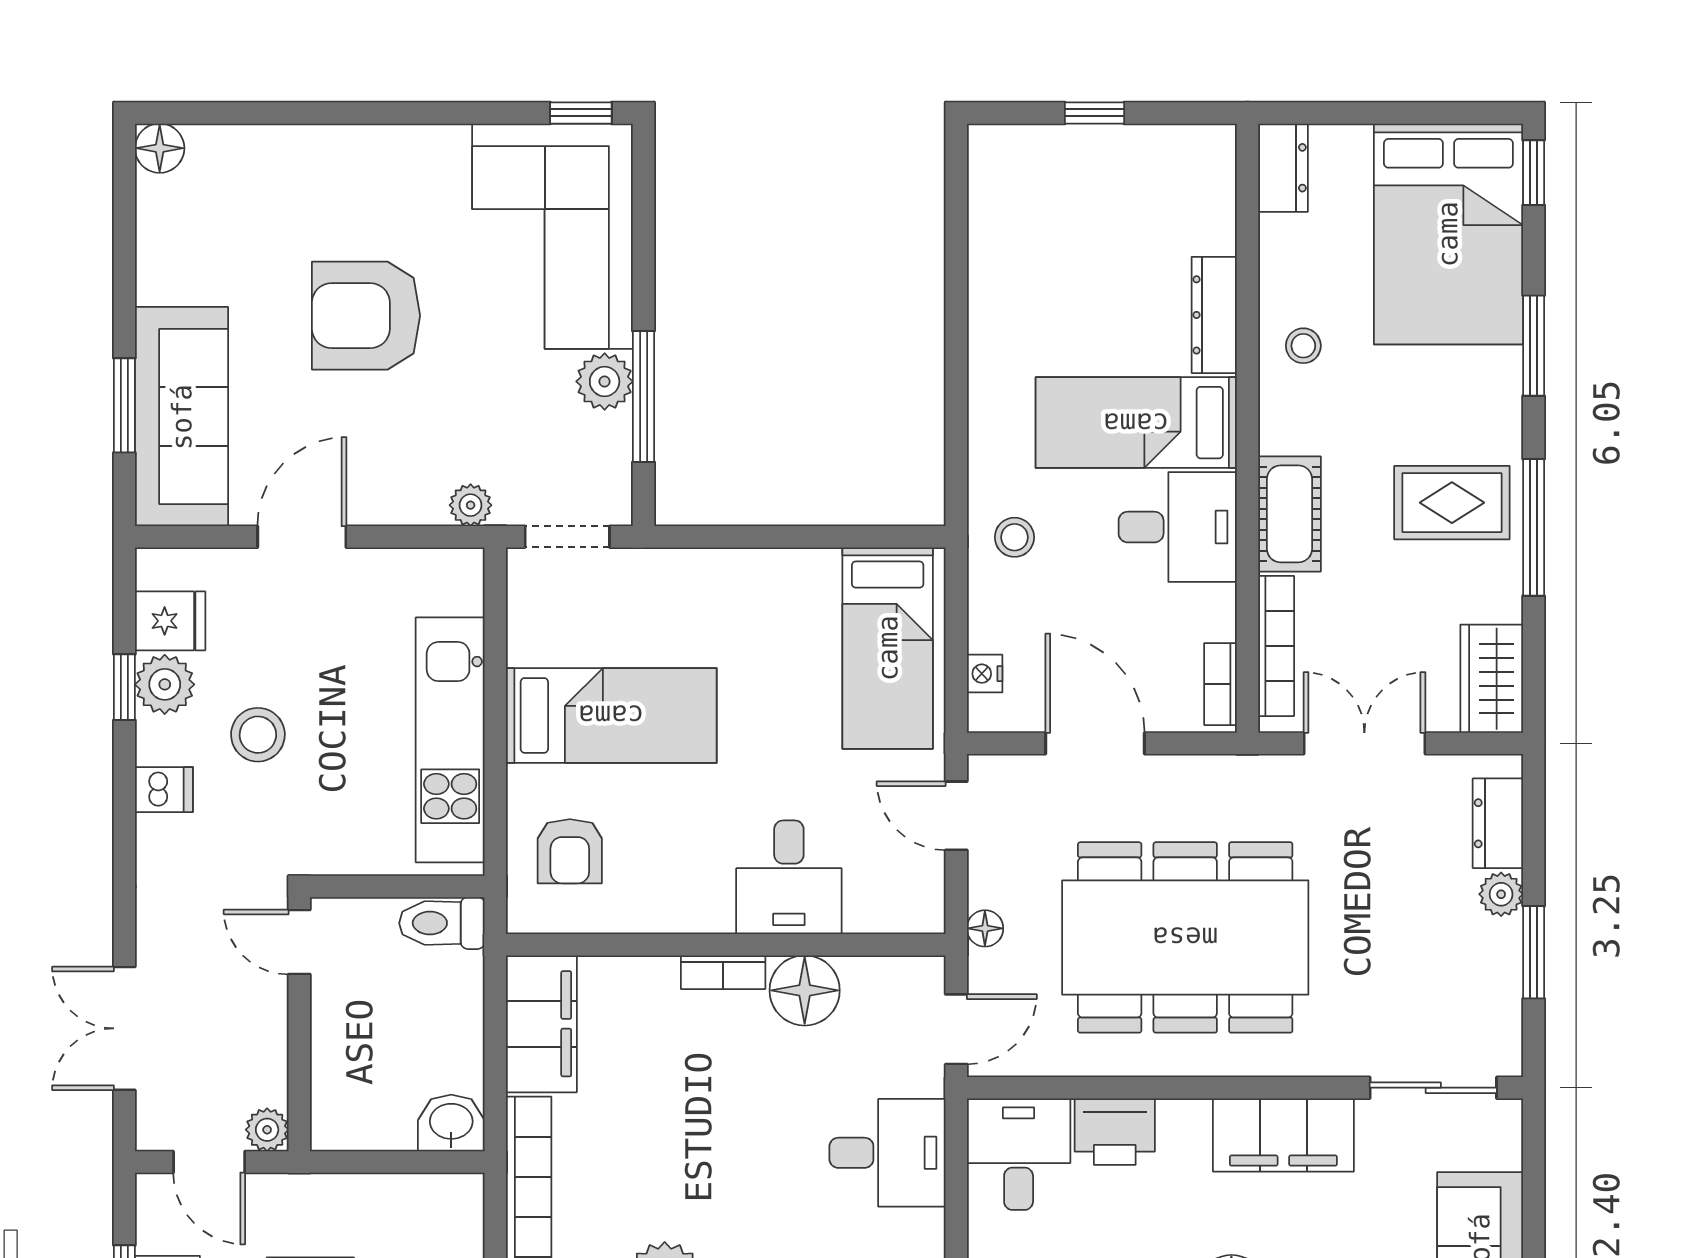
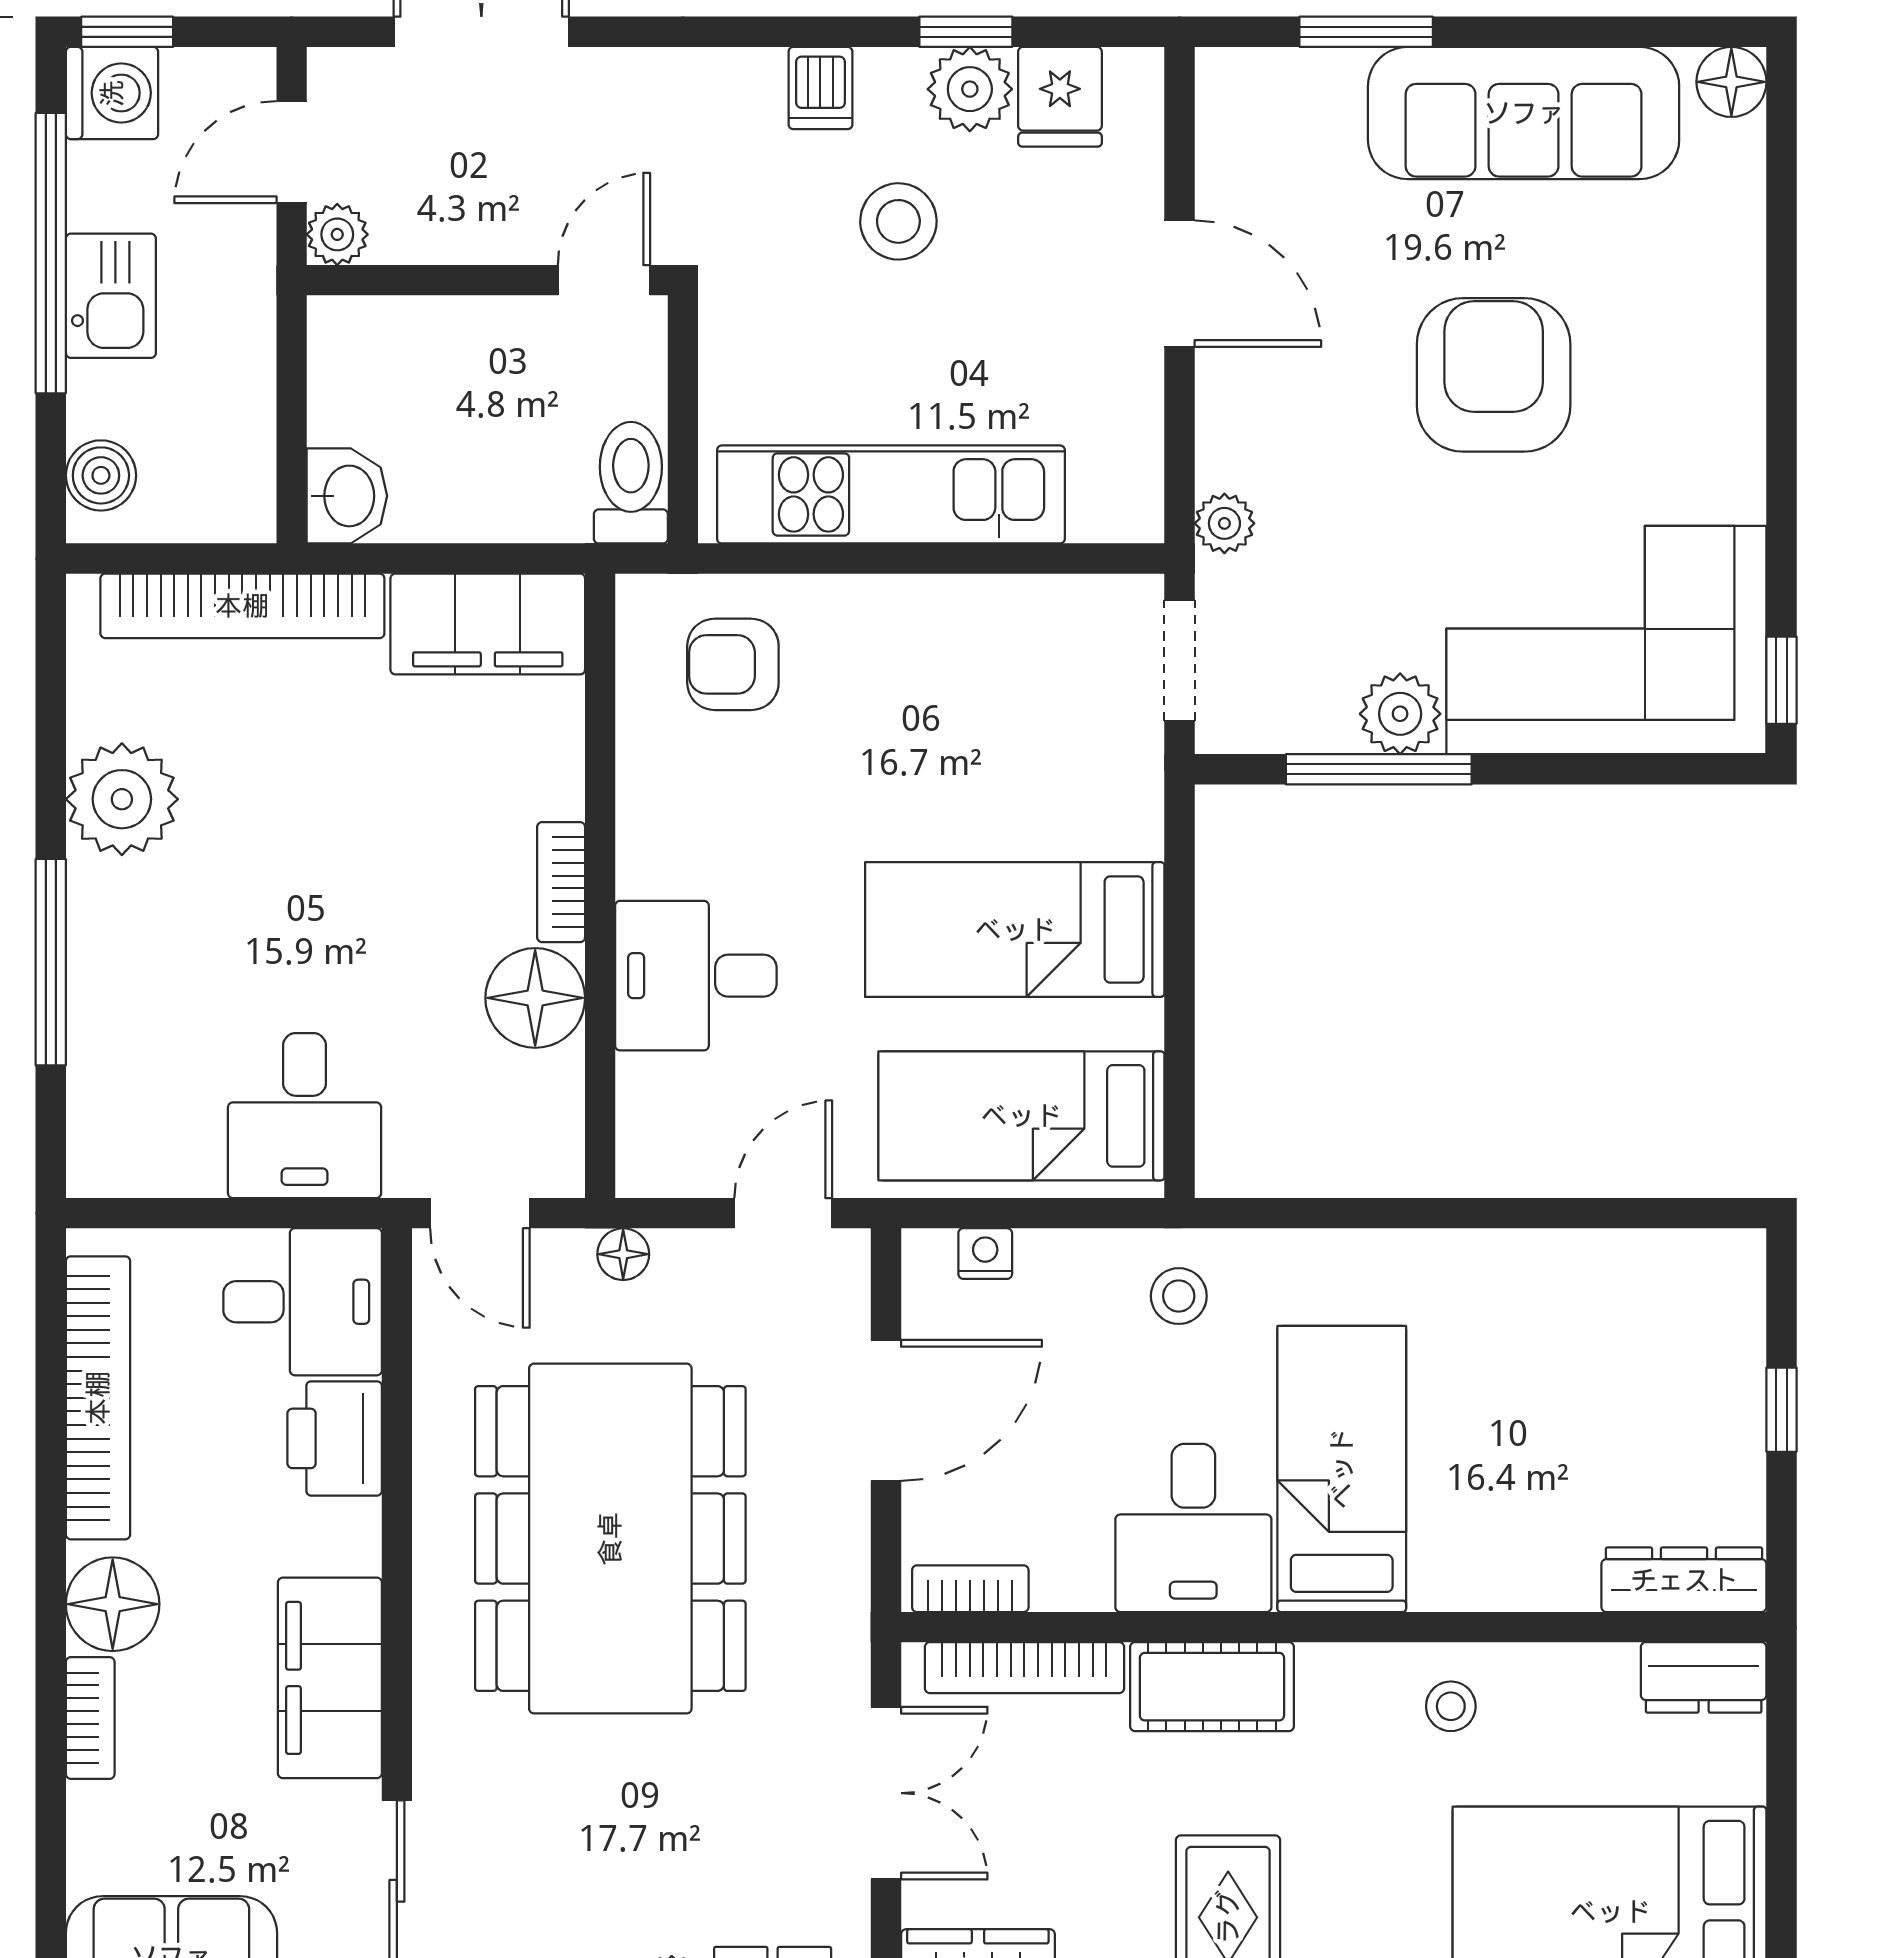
dresser: (1214, 315) -> (1684, 1580), moved
sofa: (182, 417) -> (1524, 113), moved
bed: (611, 715) -> (1015, 930), moved, turned 90

